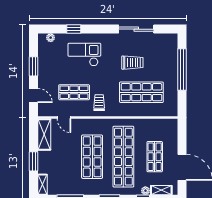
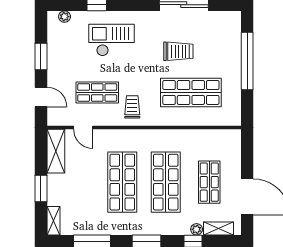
shop shelf: (123, 157) -> (166, 182), width x0.71

